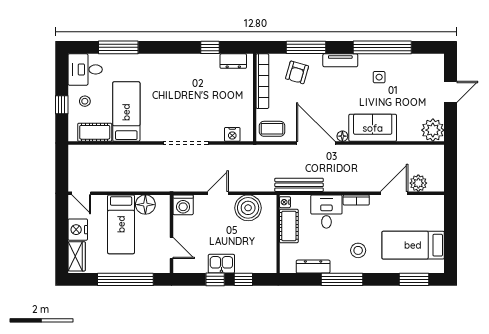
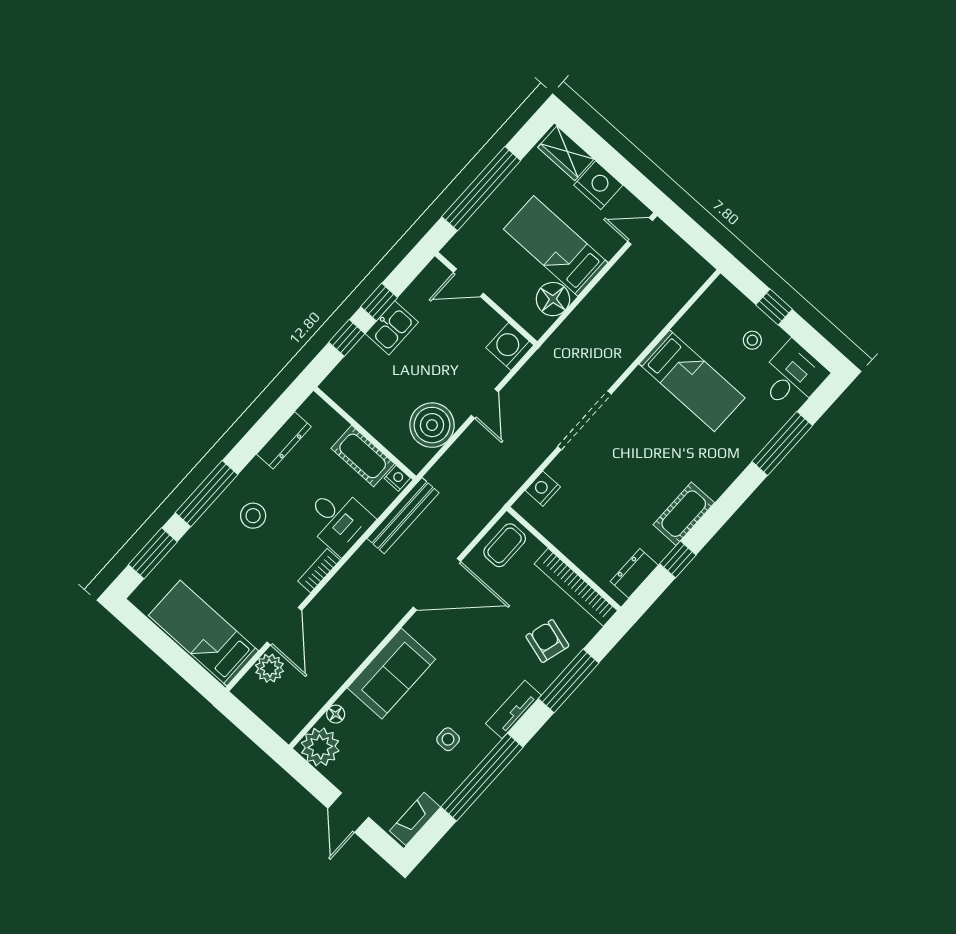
fireplace: (427, 60) -> (415, 819), added
cot: (95, 132) -> (684, 514), moved
floor lamp: (342, 136) -> (336, 714), moved
bed: (413, 245) -> (203, 633), moved, turned -90
window: (342, 279) -> (207, 494), moved

